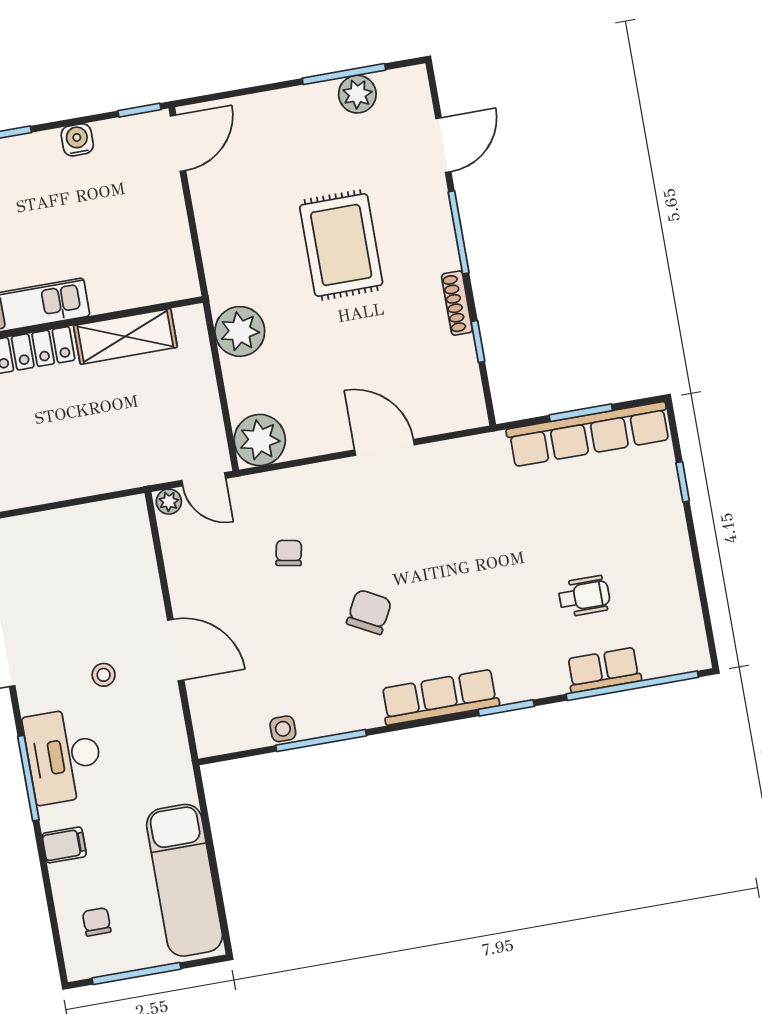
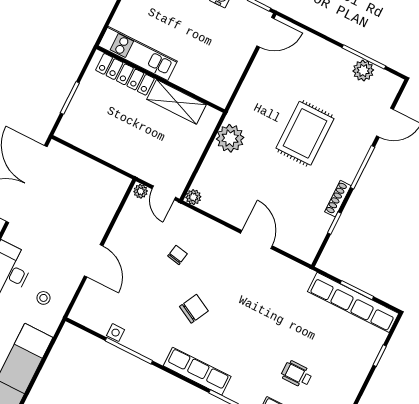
plant: (260, 440) -> (193, 197), width x0.53, depth x0.53
wheelchair: (584, 596) -> (297, 374), turned 180
stool: (104, 675) -> (43, 298), moved

